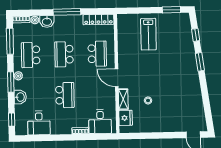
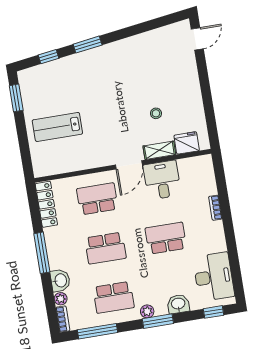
lab bench: (148, 34) -> (57, 127), turned 180
desk: (100, 122) -> (162, 180), moved, turned -90
desk: (39, 123) -> (214, 277), width x1.37

